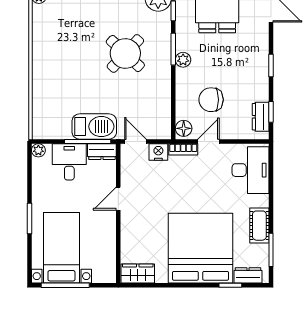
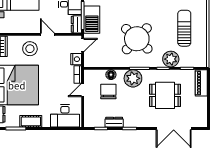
round table: (125, 53) -> (137, 39), width x1.36, depth x1.36
plant: (183, 60) -> (133, 78), width x1.87, depth x1.87
dresser: (261, 117) -> (114, 122), moved
floor lamp: (184, 128) -> (111, 75), moved
door: (208, 141) -> (83, 90), swing flipped
stool: (141, 227) -> (30, 49), added

